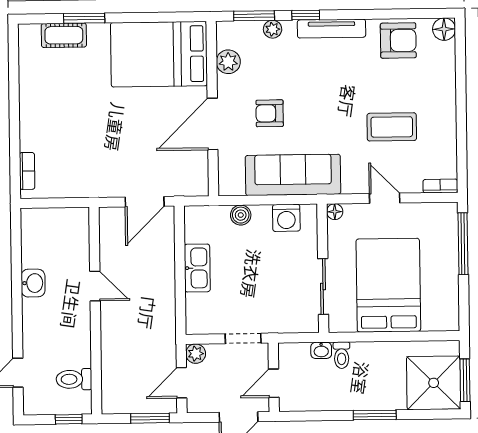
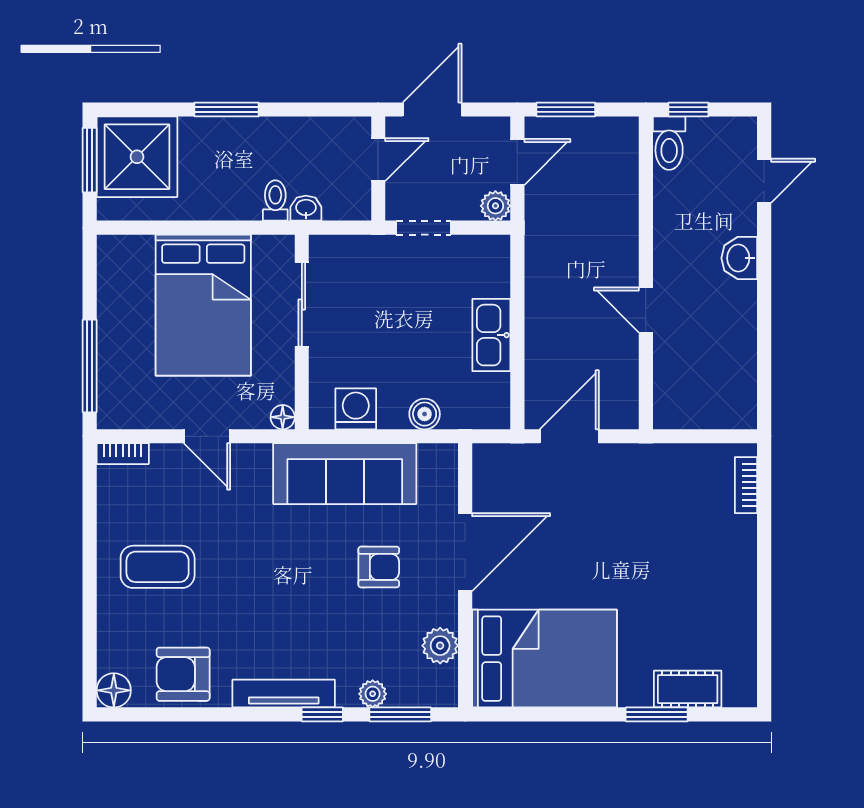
coffee table: (392, 127) -> (158, 567), moved
washbasin: (33, 283) -> (739, 258), moved
toilet: (74, 379) -> (669, 143), moved, turned 90

